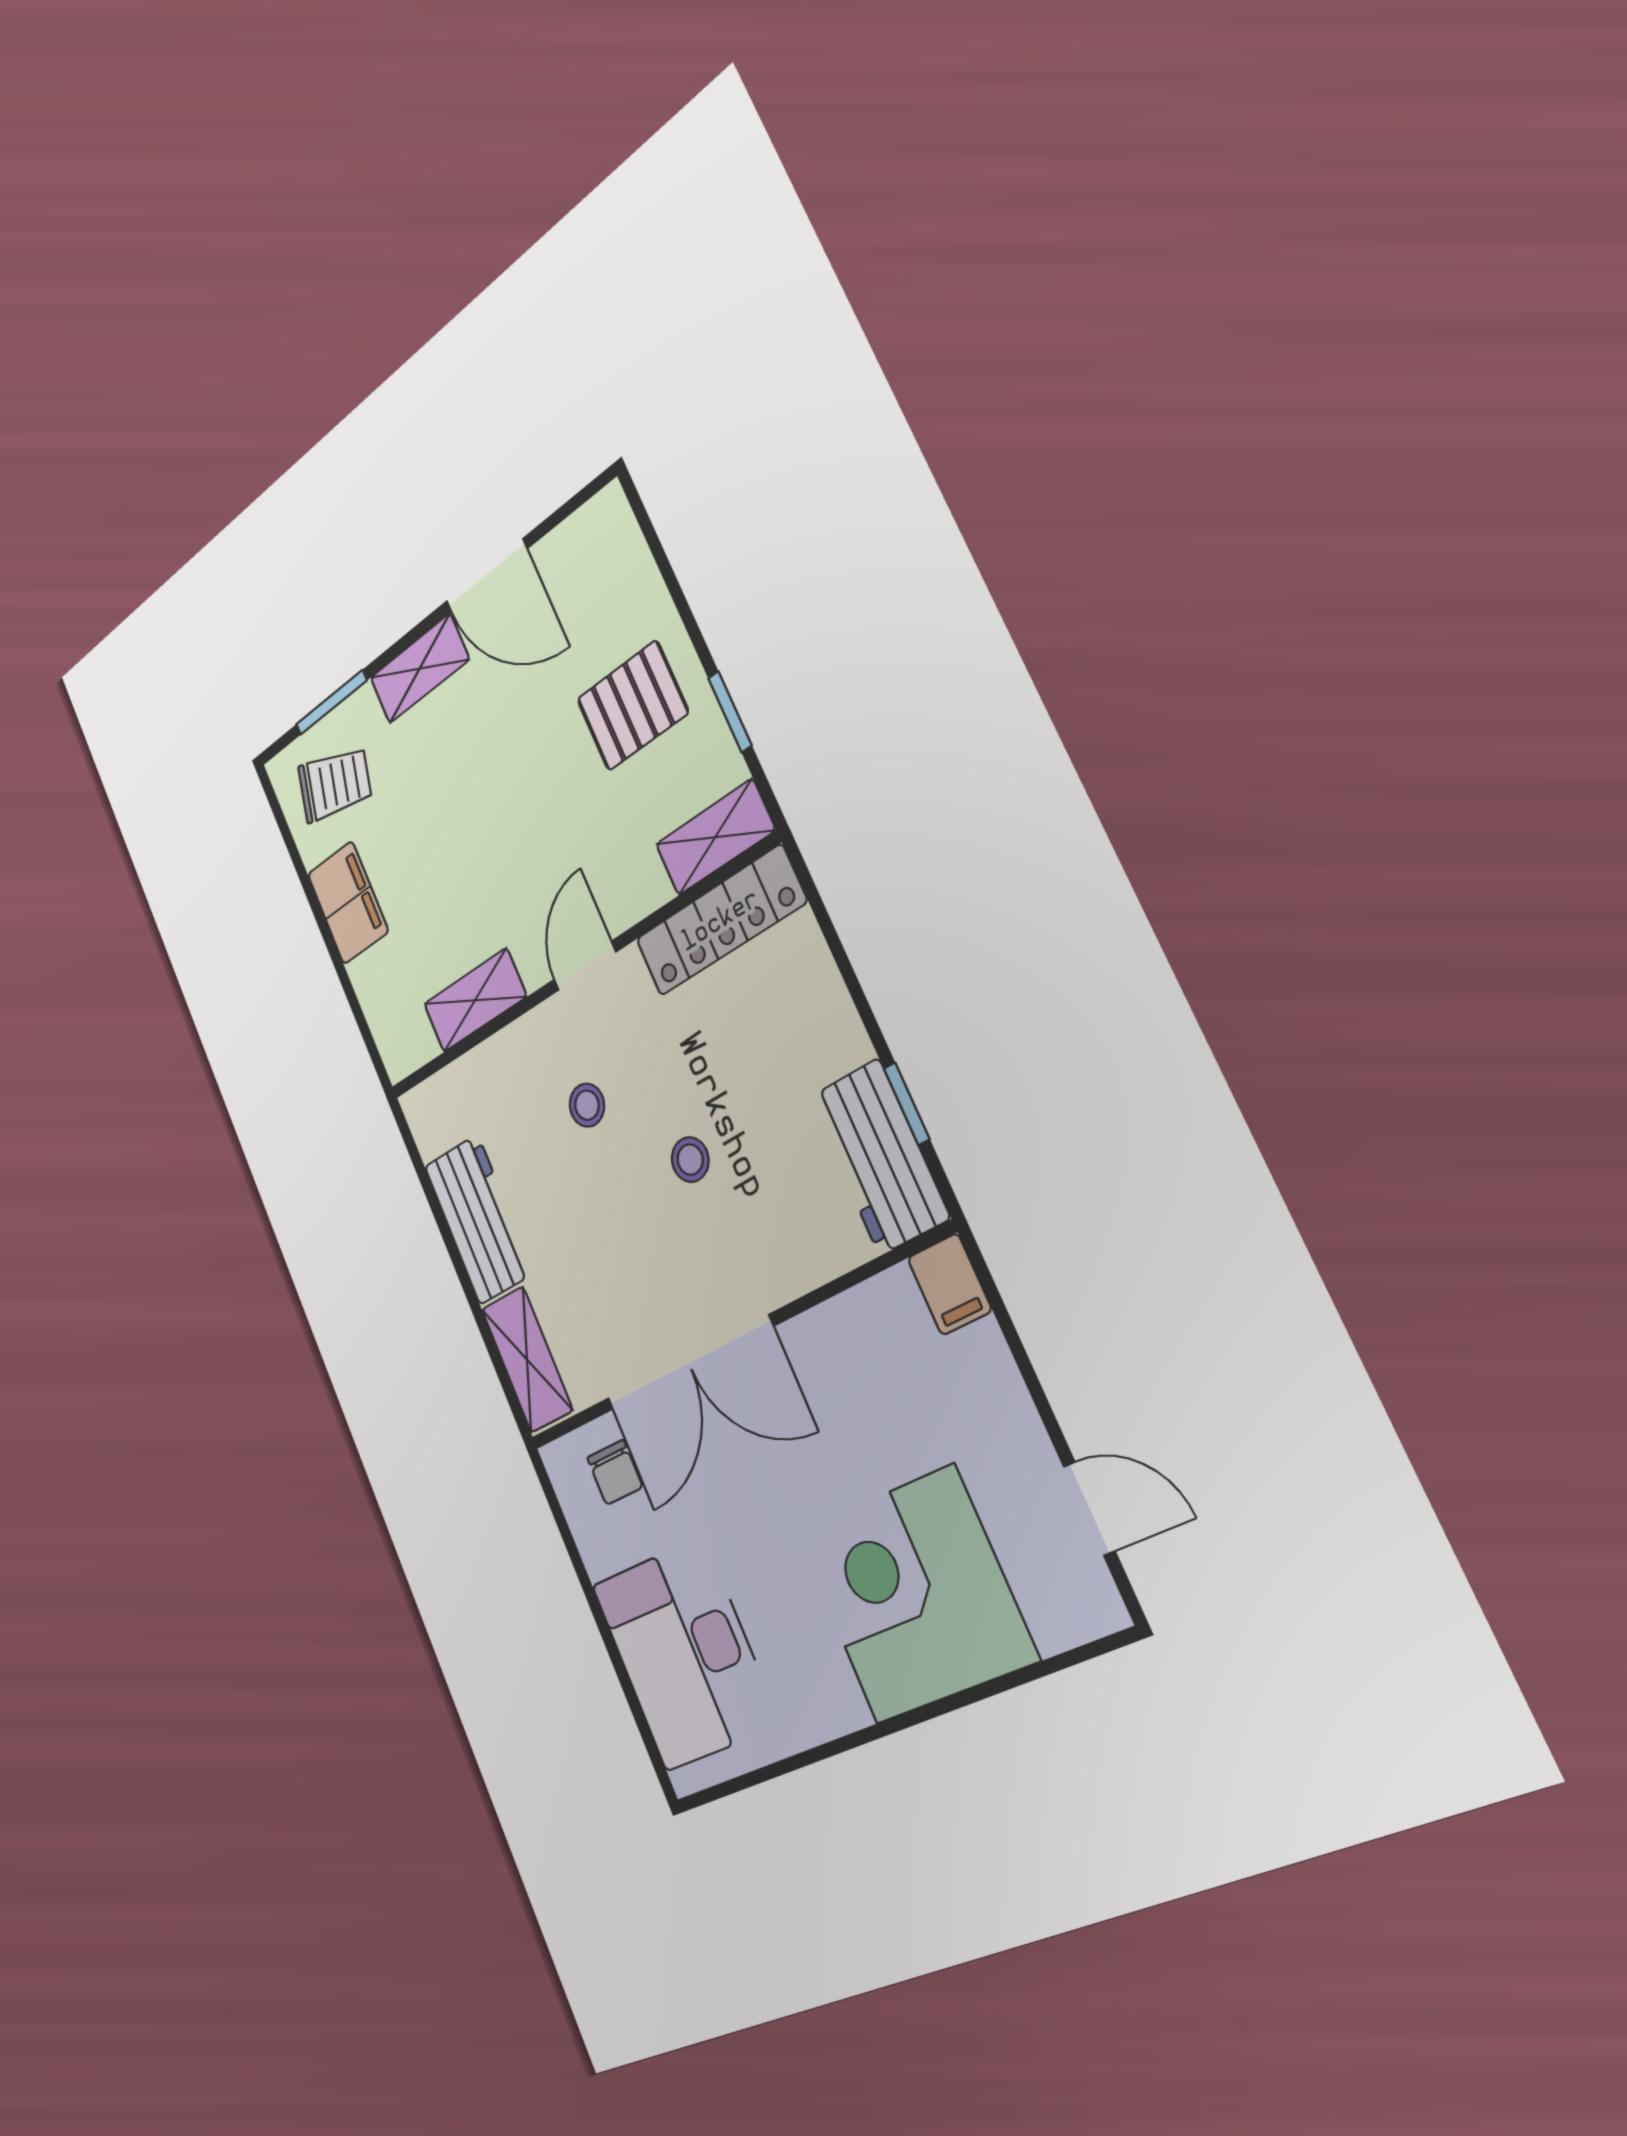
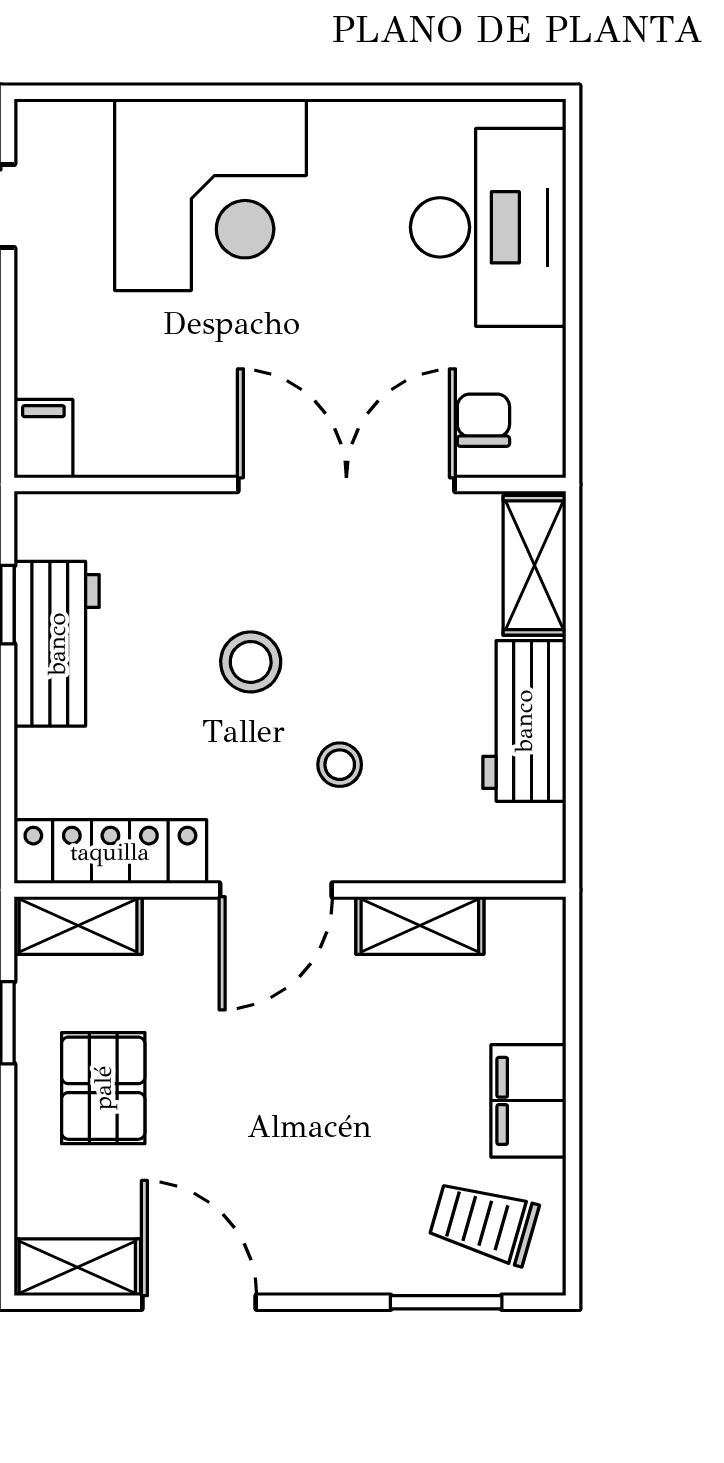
shelving: (419, 669) -> (77, 1267), moved
pallet: (632, 706) -> (103, 1088), turned 90
door: (585, 966) -> (276, 890), width x1.38
workbench: (879, 1157) -> (57, 644), moved
stool: (690, 1160) -> (251, 662), width x1.37, depth x1.37

